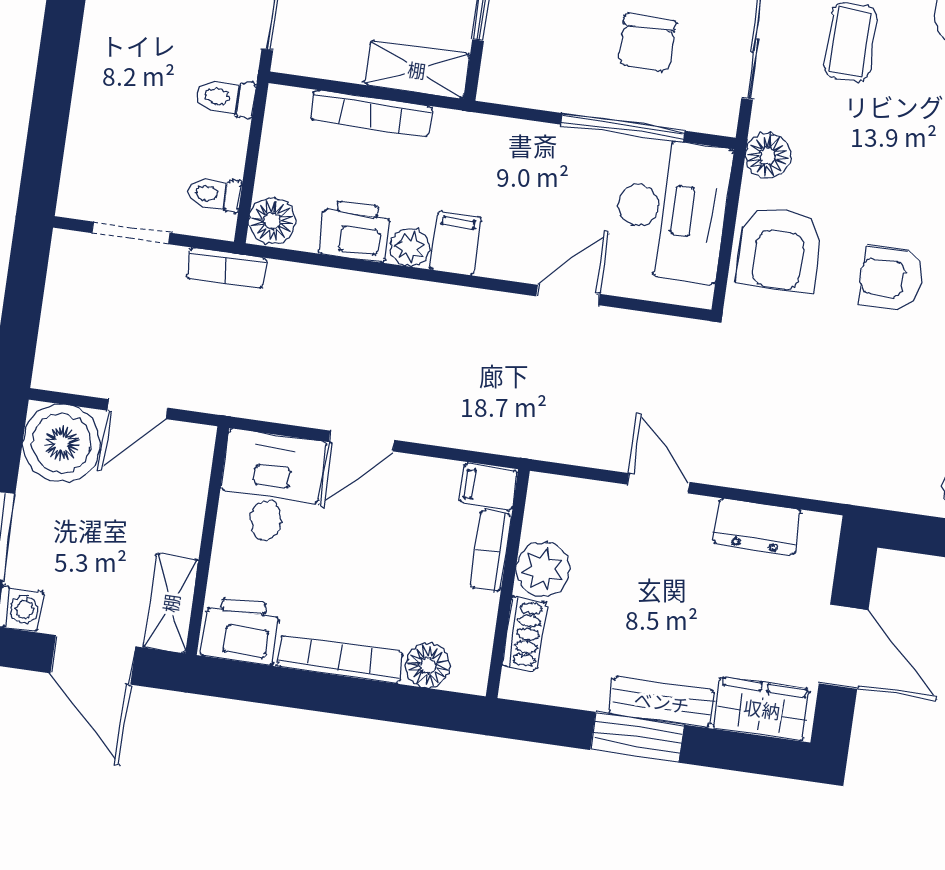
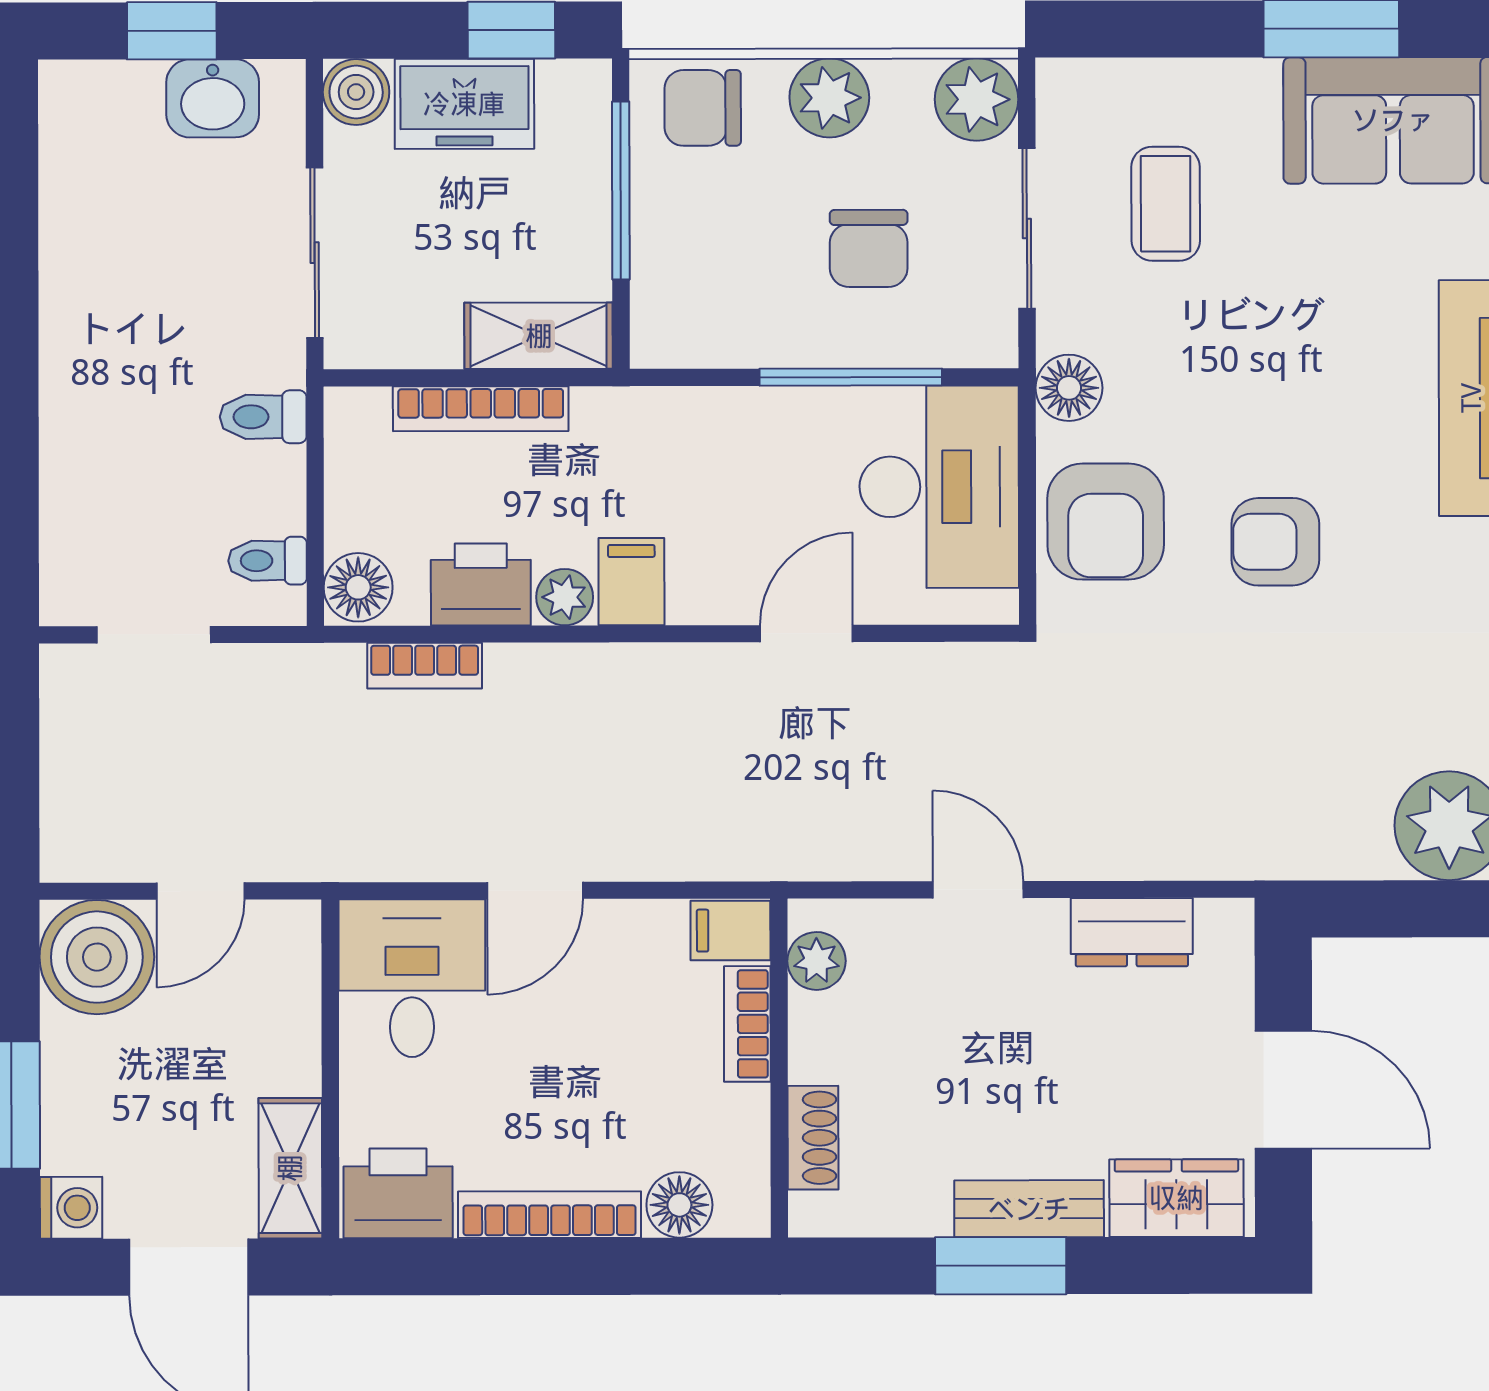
bookcase: (226, 268) -> (425, 666), moved
plant: (543, 569) -> (817, 961), moved, width x0.73, depth x0.73

